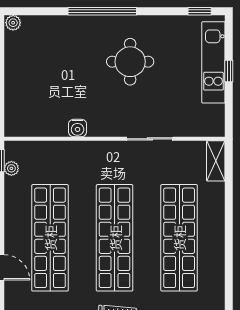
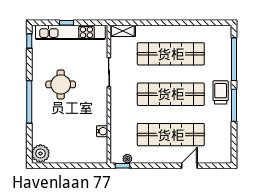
plant: (13, 23) -> (40, 153), width x1.88, depth x1.88
kitchen unit: (213, 62) -> (70, 32), width x1.36
water cooler: (78, 128) -> (102, 131), moved

